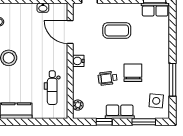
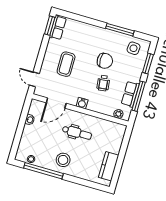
chair: (133, 73) -> (105, 61), turned 180
dental chair: (52, 88) -> (77, 133), moved
row of seats: (120, 112) -> (130, 94), moved
window: (104, 122) -> (139, 96), width x2.17

